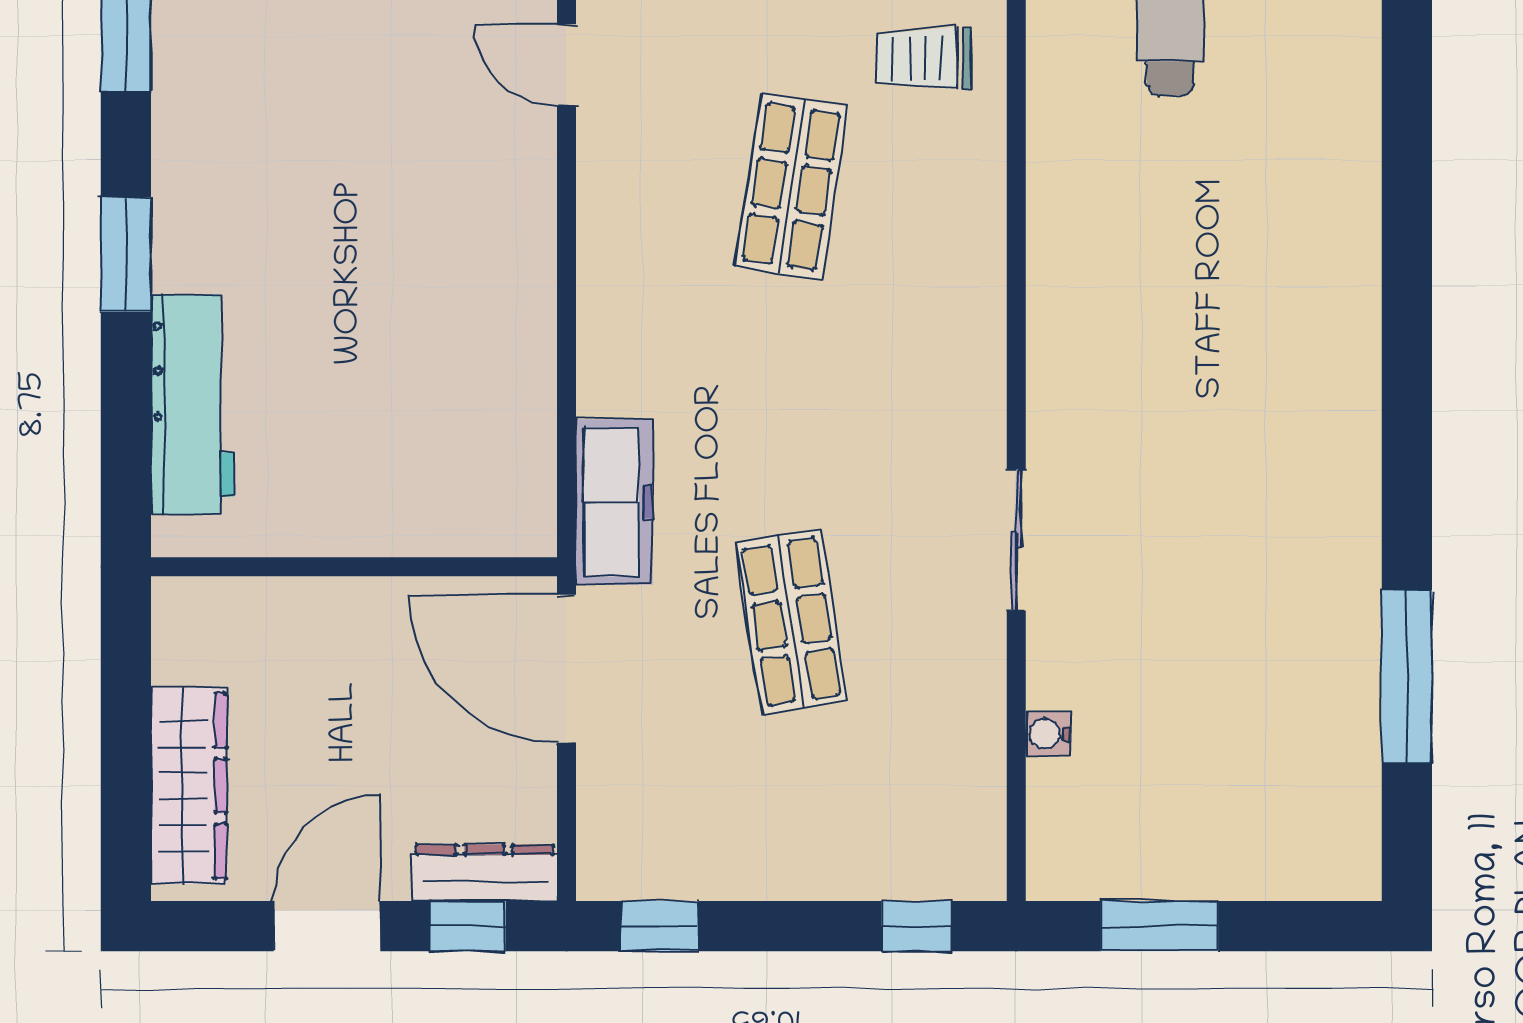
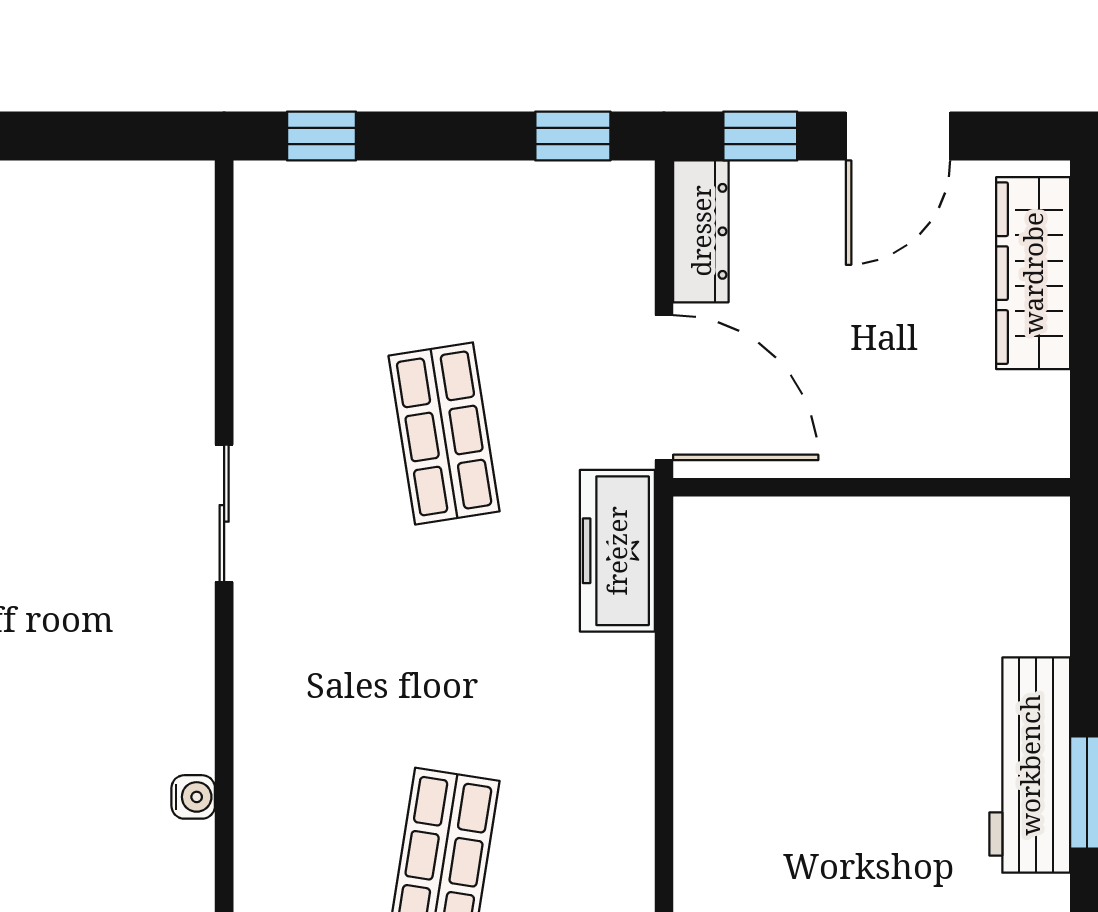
workbench: (192, 404) -> (1030, 765), moved
water cooler: (1048, 734) -> (193, 797), moved
dresser: (485, 873) -> (701, 231), moved, turned -90
window: (1159, 926) -> (84, 136), removed

